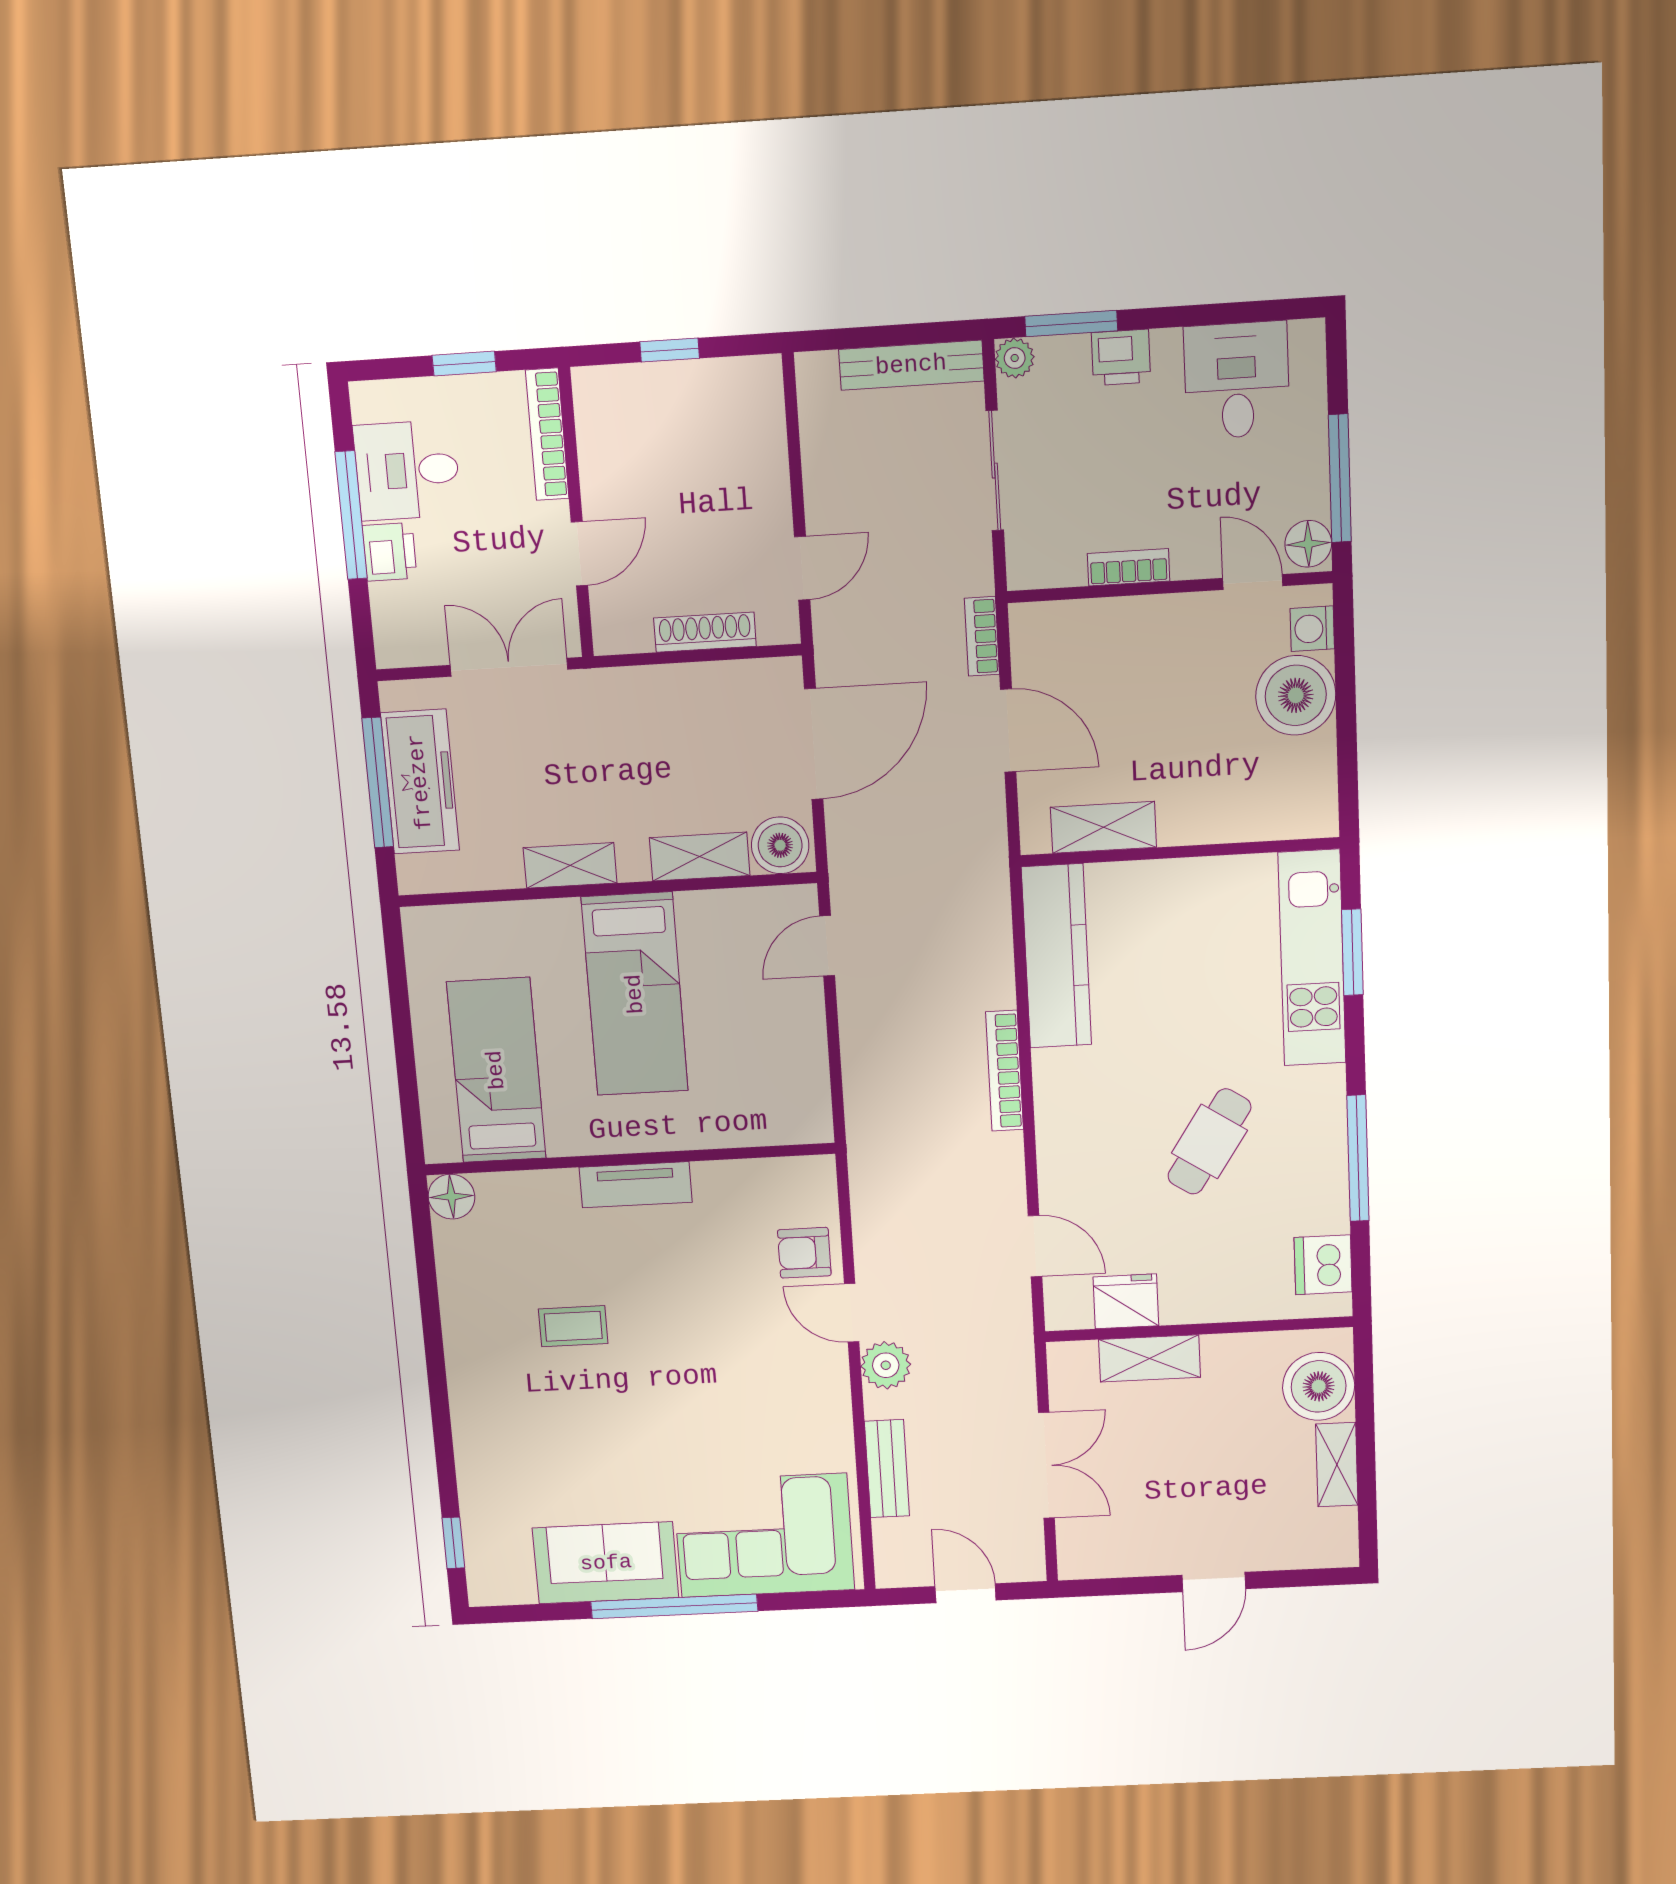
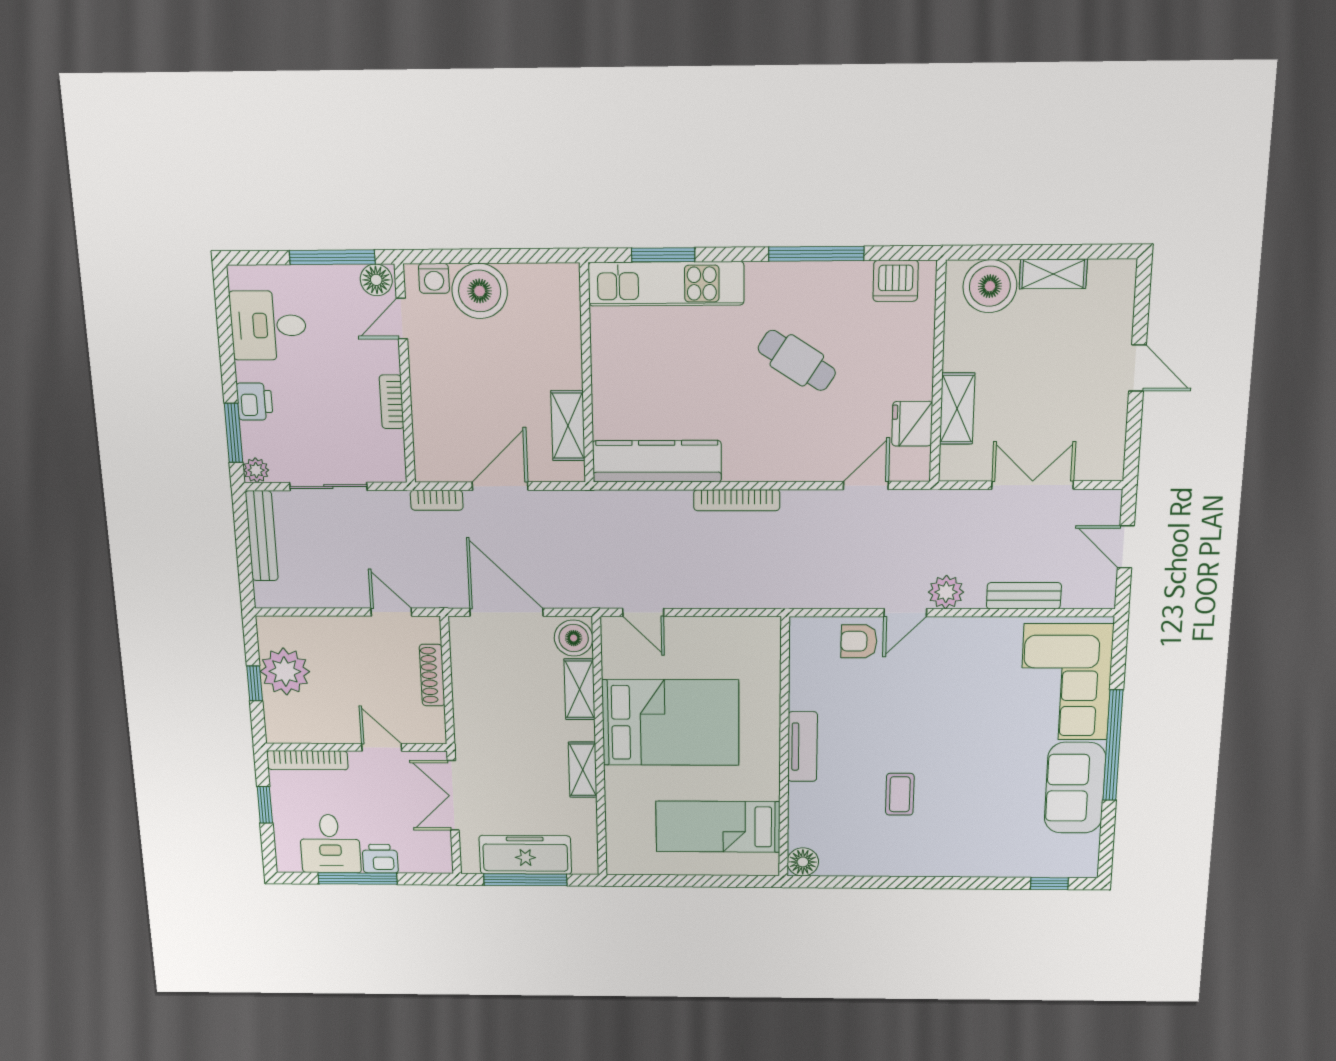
plant: (693, 399) -> (285, 671), added
bed: (635, 994) -> (670, 723), width x1.50
armchair: (804, 1253) -> (859, 641), turned 90
door: (966, 1593) -> (1126, 547), hinge flipped

